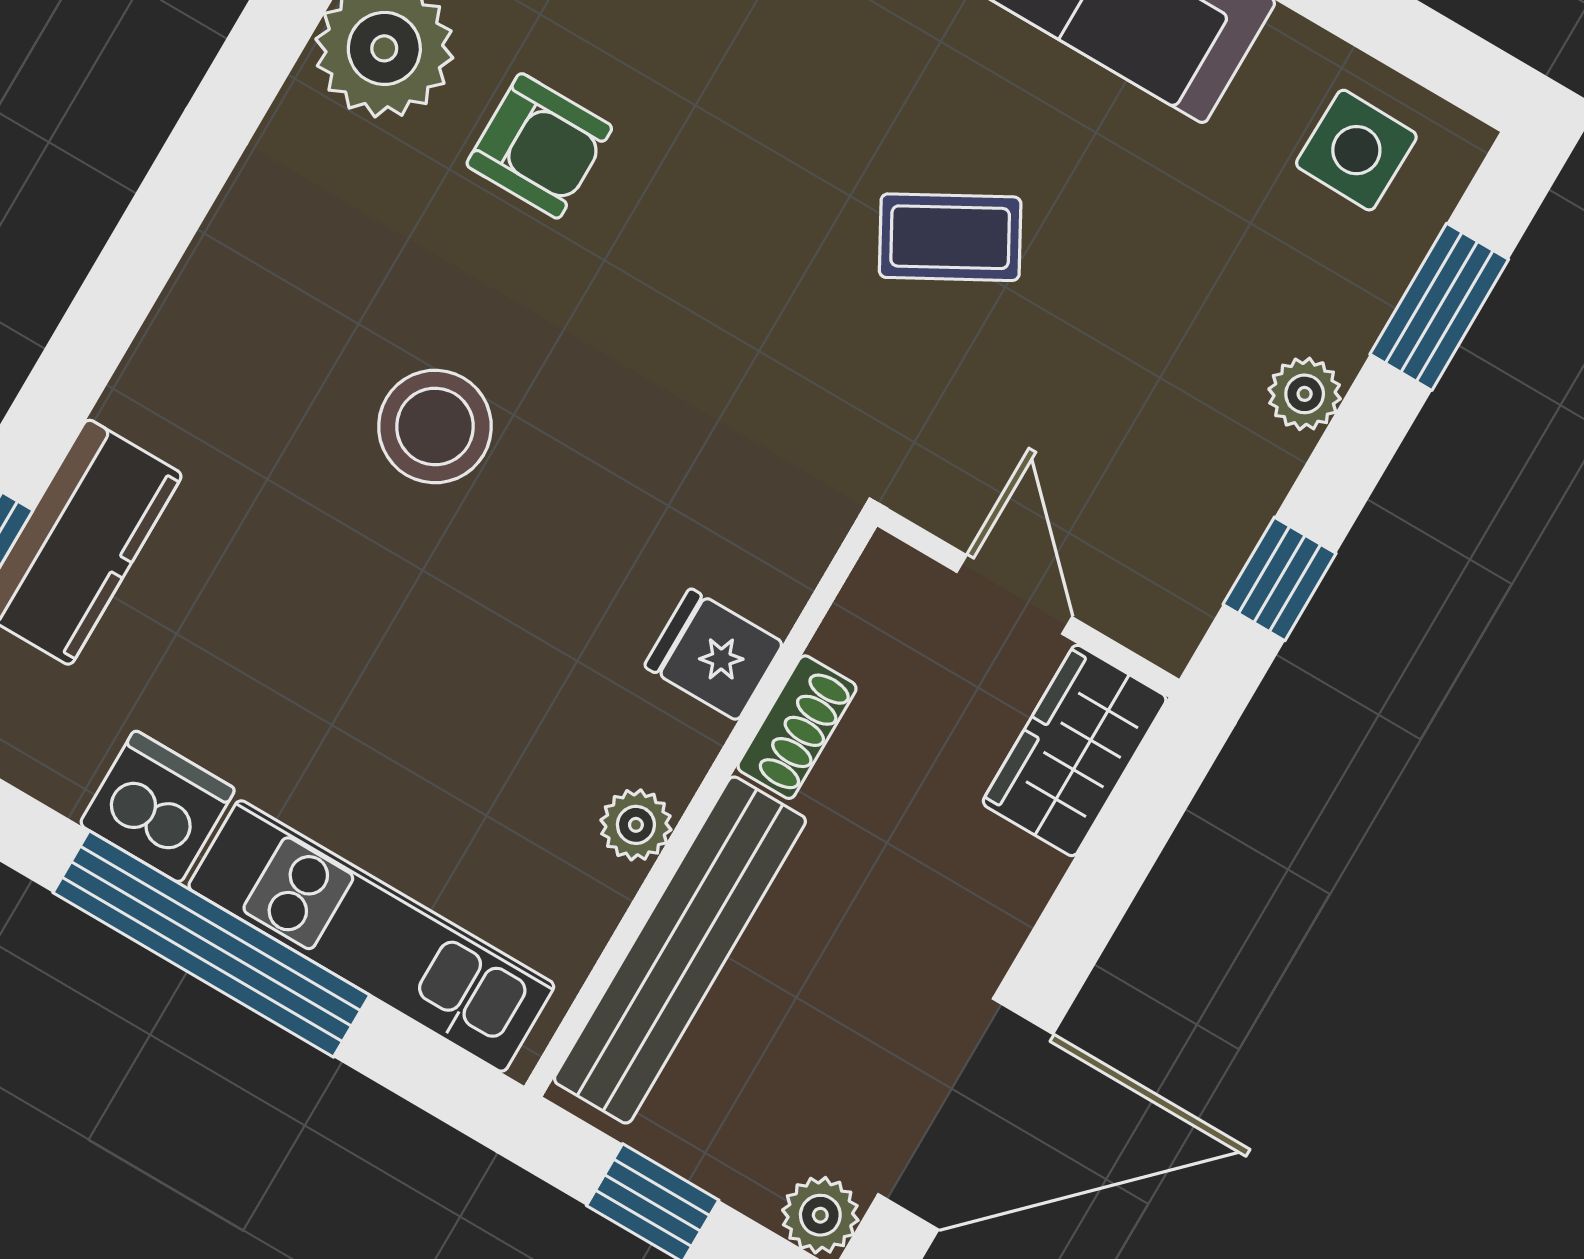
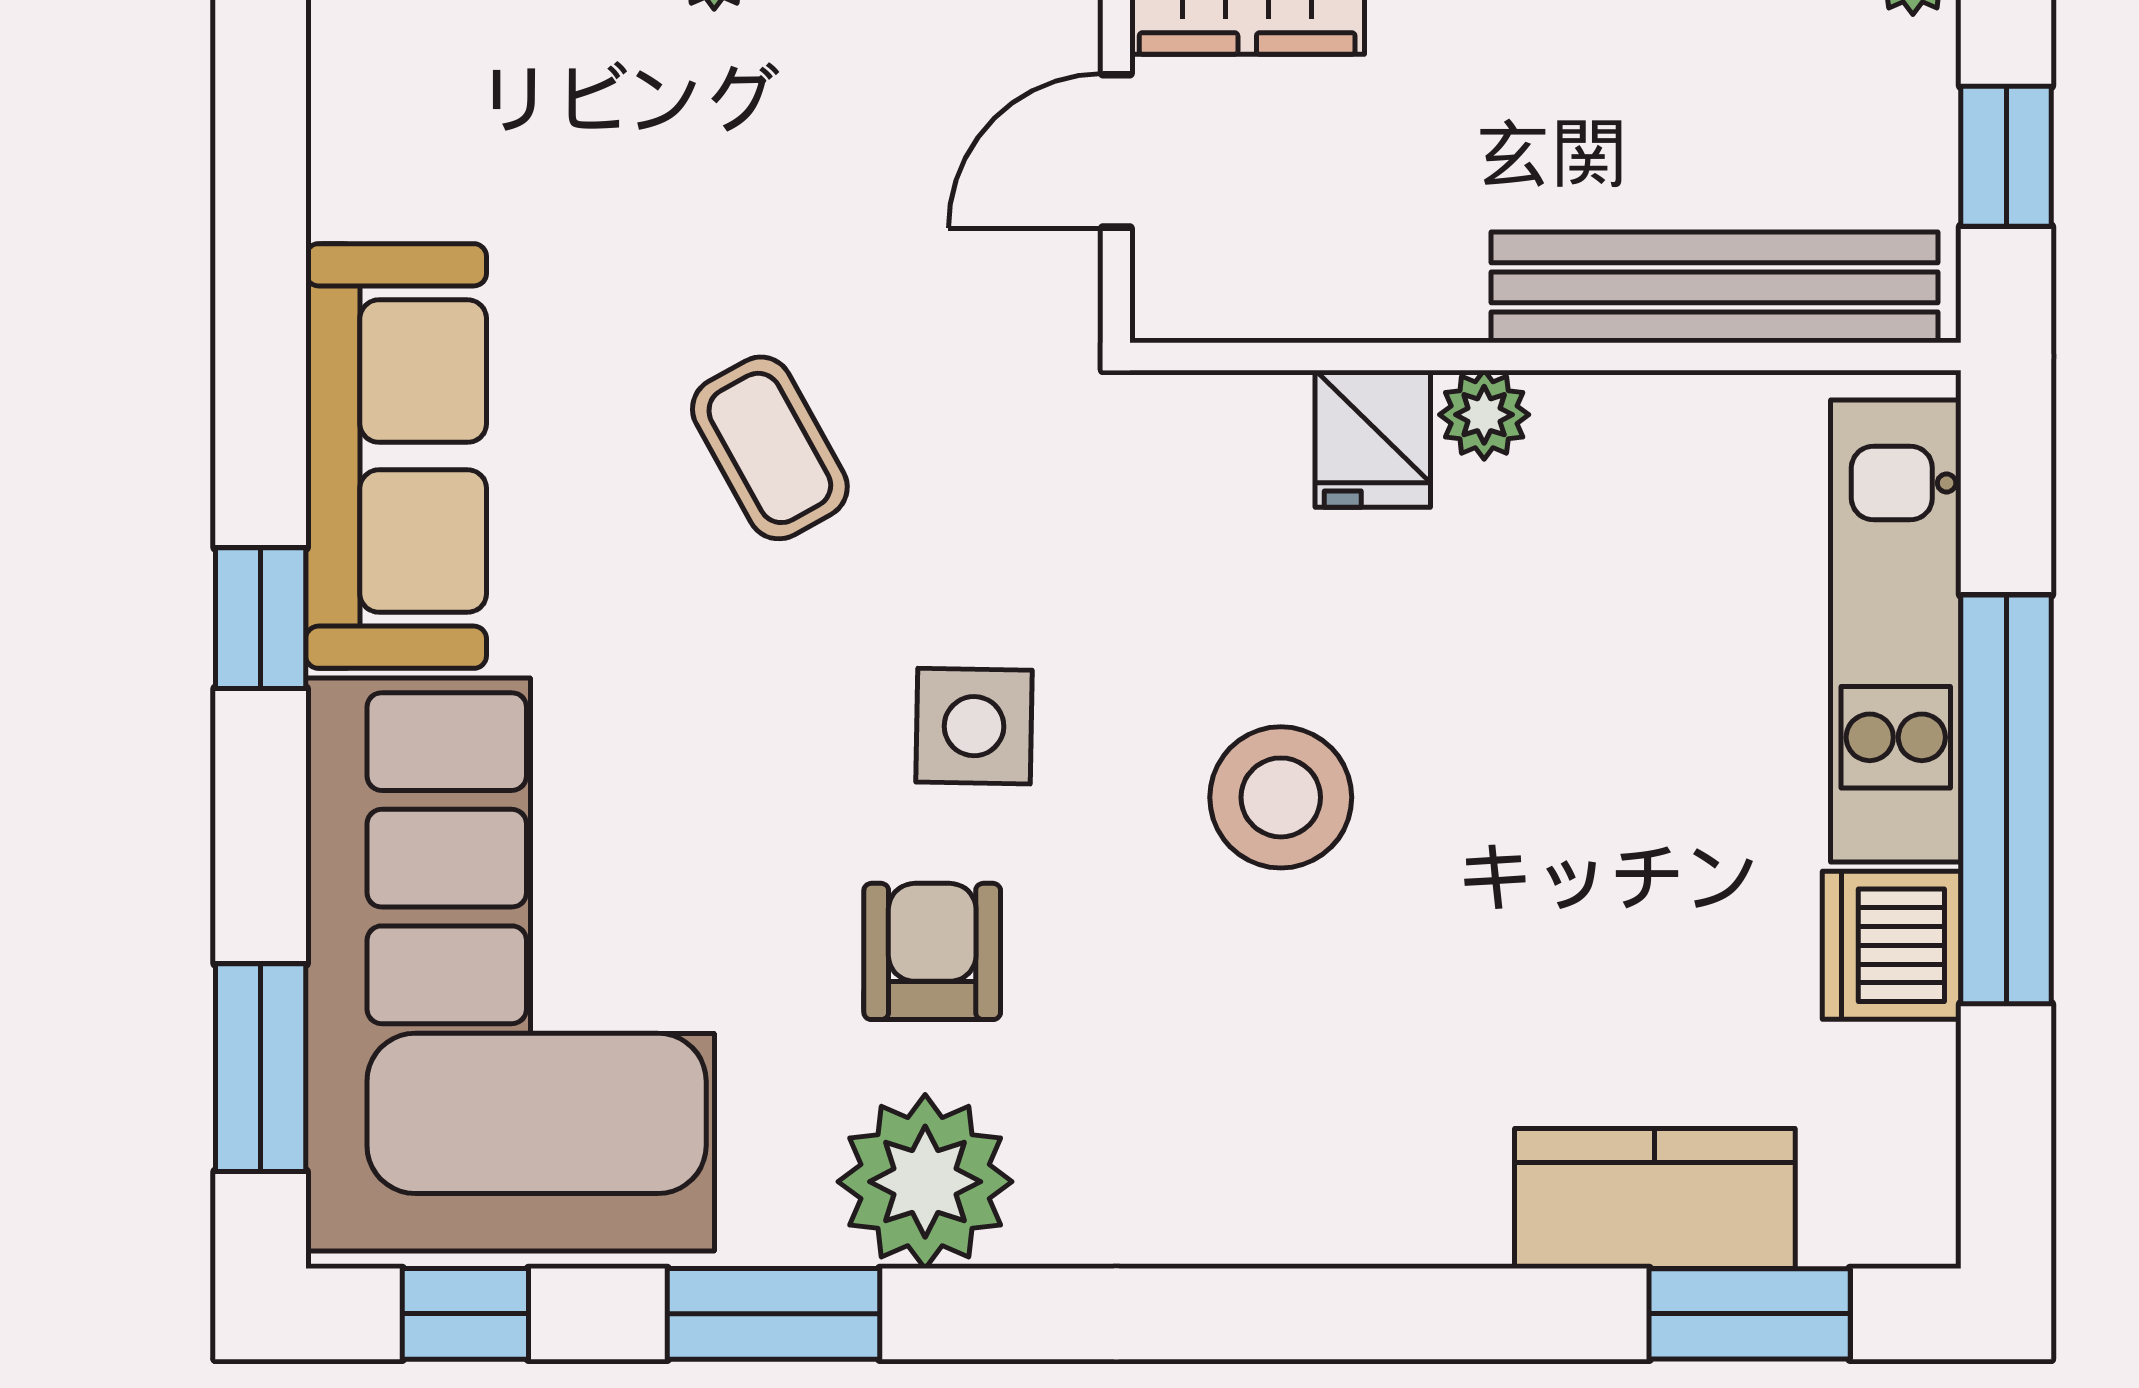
side table: (1356, 150) -> (974, 726), moved
stool: (435, 426) -> (1281, 797), moved
shoe rack: (797, 727) -> (1398, 302), removed
plant: (636, 825) -> (1484, 415), moved

